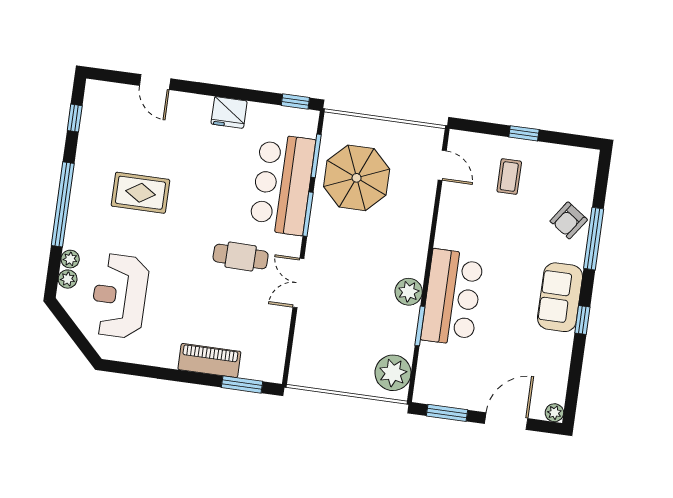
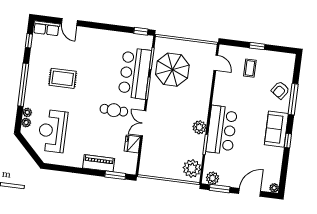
row of seats: (110, 94) -> (46, 28), added
fridge: (229, 112) -> (132, 144), moved, turned 90
plant: (433, 392) -> (213, 178), added

